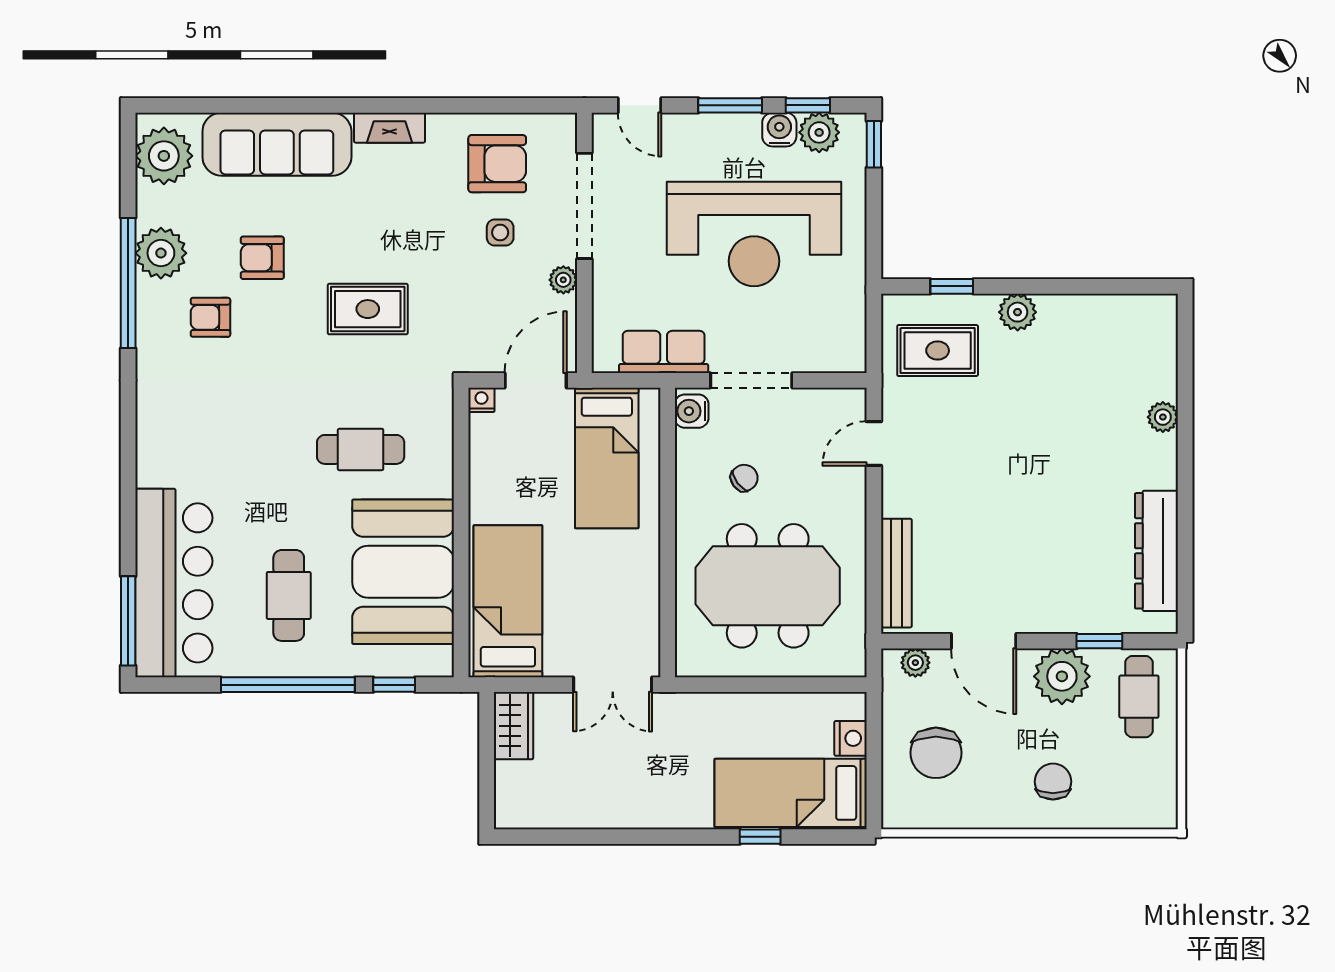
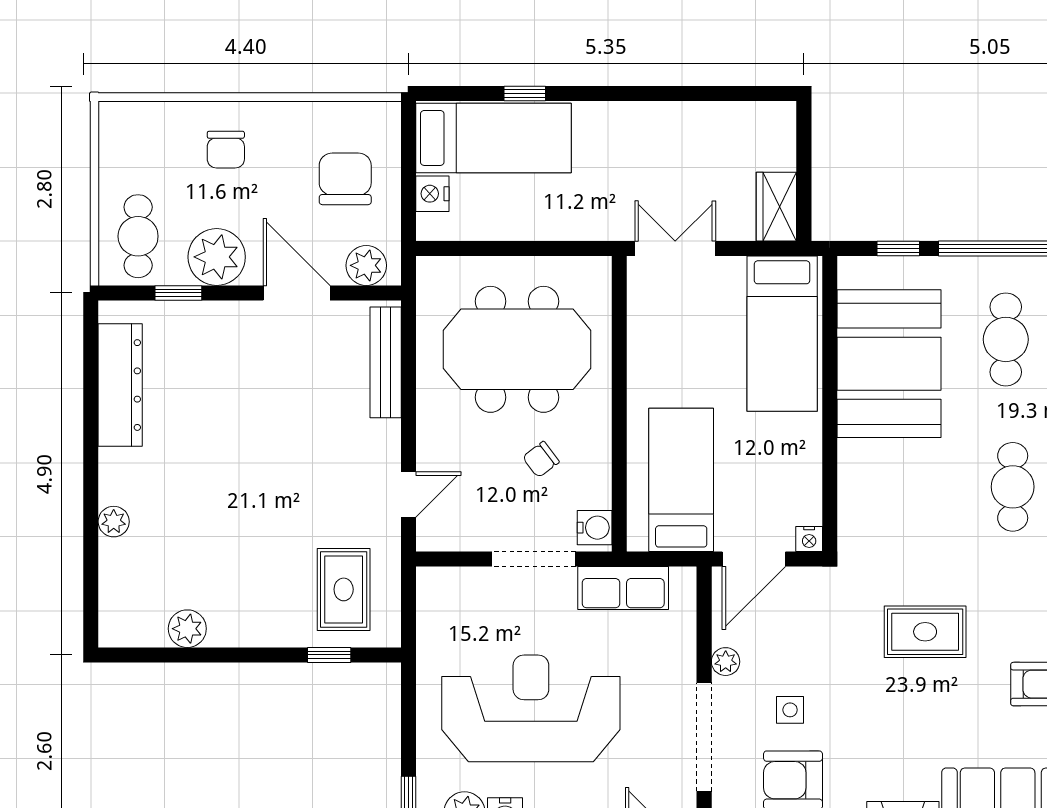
plant: (1018, 312) -> (187, 629), moved
rug: (938, 351) -> (344, 589), turned 90
cafe table: (361, 449) -> (1013, 487), moved, turned 90
plant: (915, 663) -> (366, 265), width x1.38, depth x1.38

